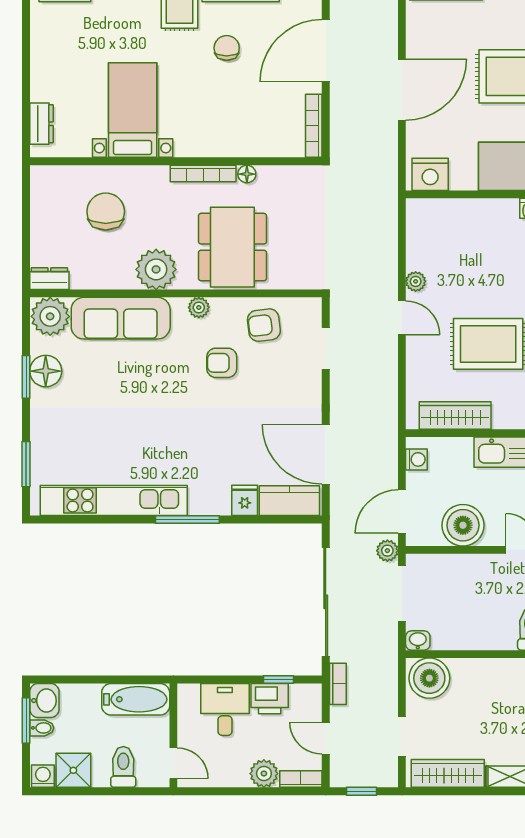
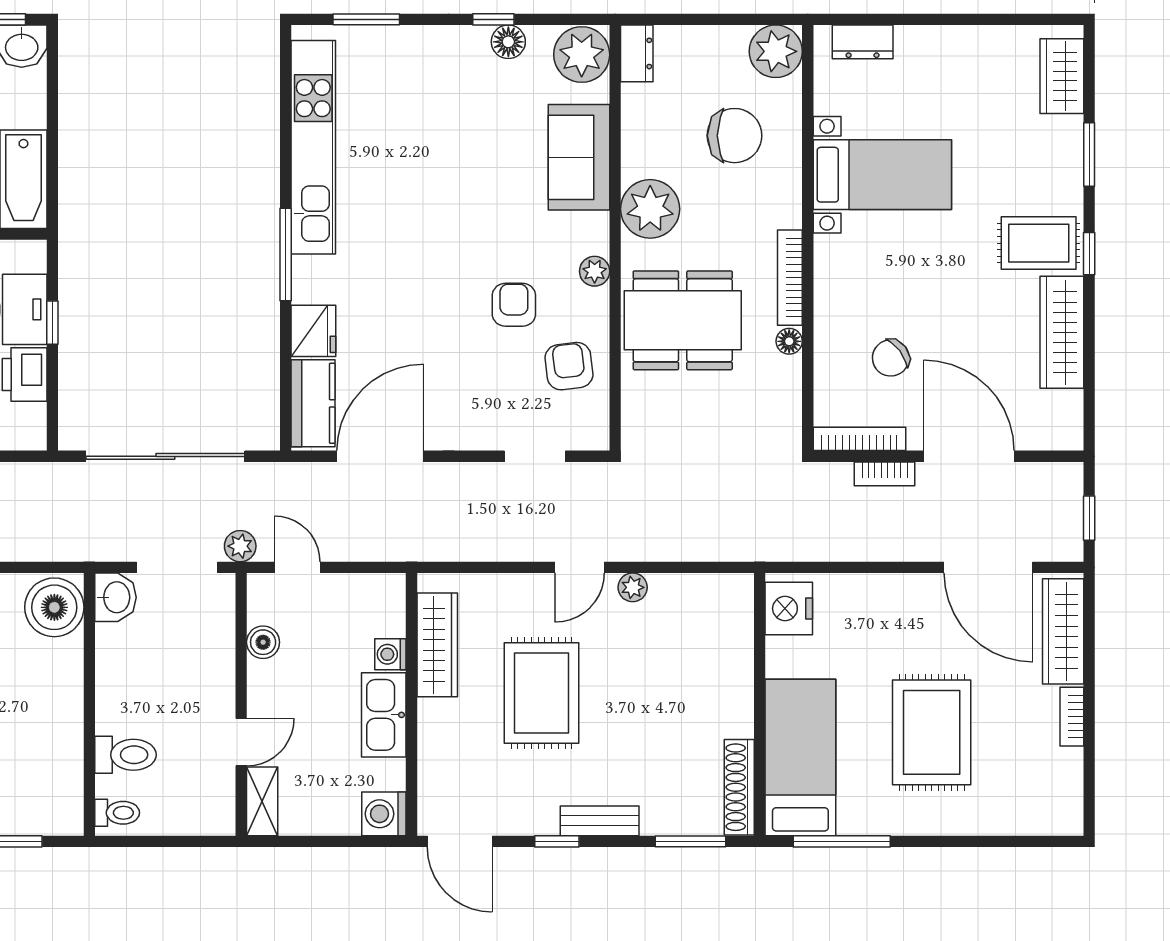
chair: (227, 48) -> (891, 358), moved, turned 143
door: (402, 90) -> (988, 567), moved
plant: (48, 183) -> (776, 51), added
sofa: (121, 318) -> (579, 157), width x0.73
floor lamp: (46, 371) -> (508, 42), width x0.73, depth x0.73
window: (26, 377) -> (493, 19), width x0.67
washing machine: (416, 459) -> (390, 654), moved, turned 90
fridge: (245, 500) -> (313, 331), width x1.38
door: (402, 512) -> (297, 567), width x0.73
boiler: (463, 525) -> (263, 642), width x0.54, depth x0.54
washbasin: (418, 640) -> (116, 597), width x1.38, depth x1.45
window: (278, 679) -> (52, 323), moved
bookcase: (338, 684) -> (885, 474), moved

